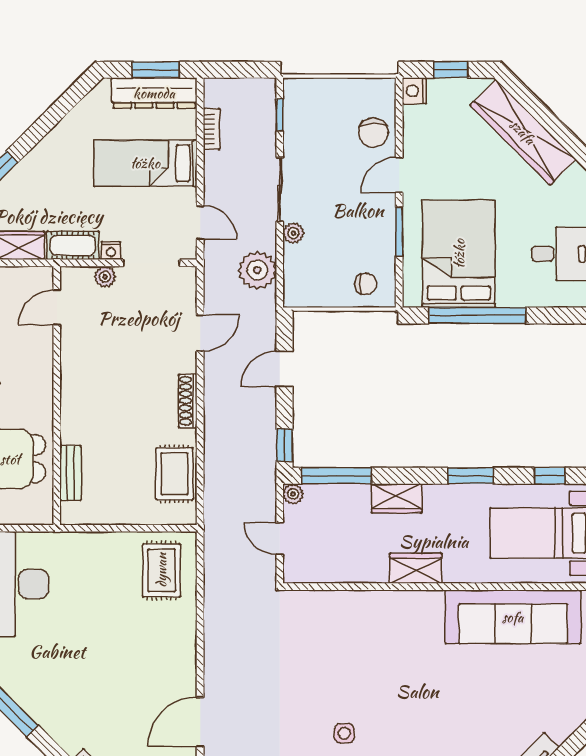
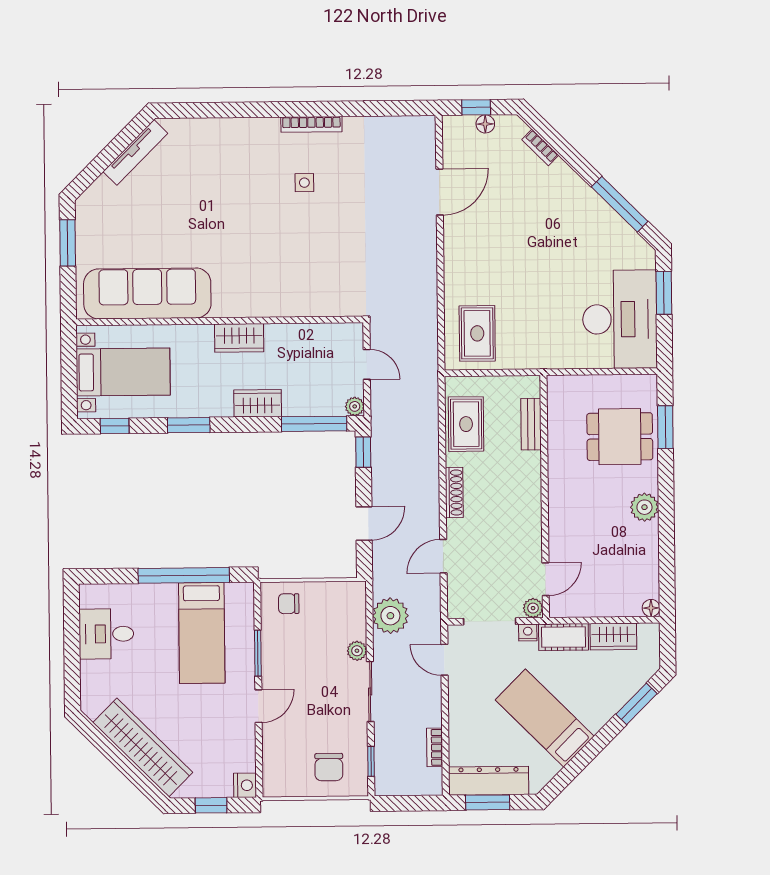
chair: (373, 132) -> (329, 767), moved, turned 180
bed: (145, 163) -> (545, 718), moved, turned -135
bed: (459, 254) -> (202, 633), width x0.67
door: (57, 307) -> (546, 579), moved
wall: (57, 396) -> (545, 497), moved
bench: (71, 473) -> (531, 424), moved

